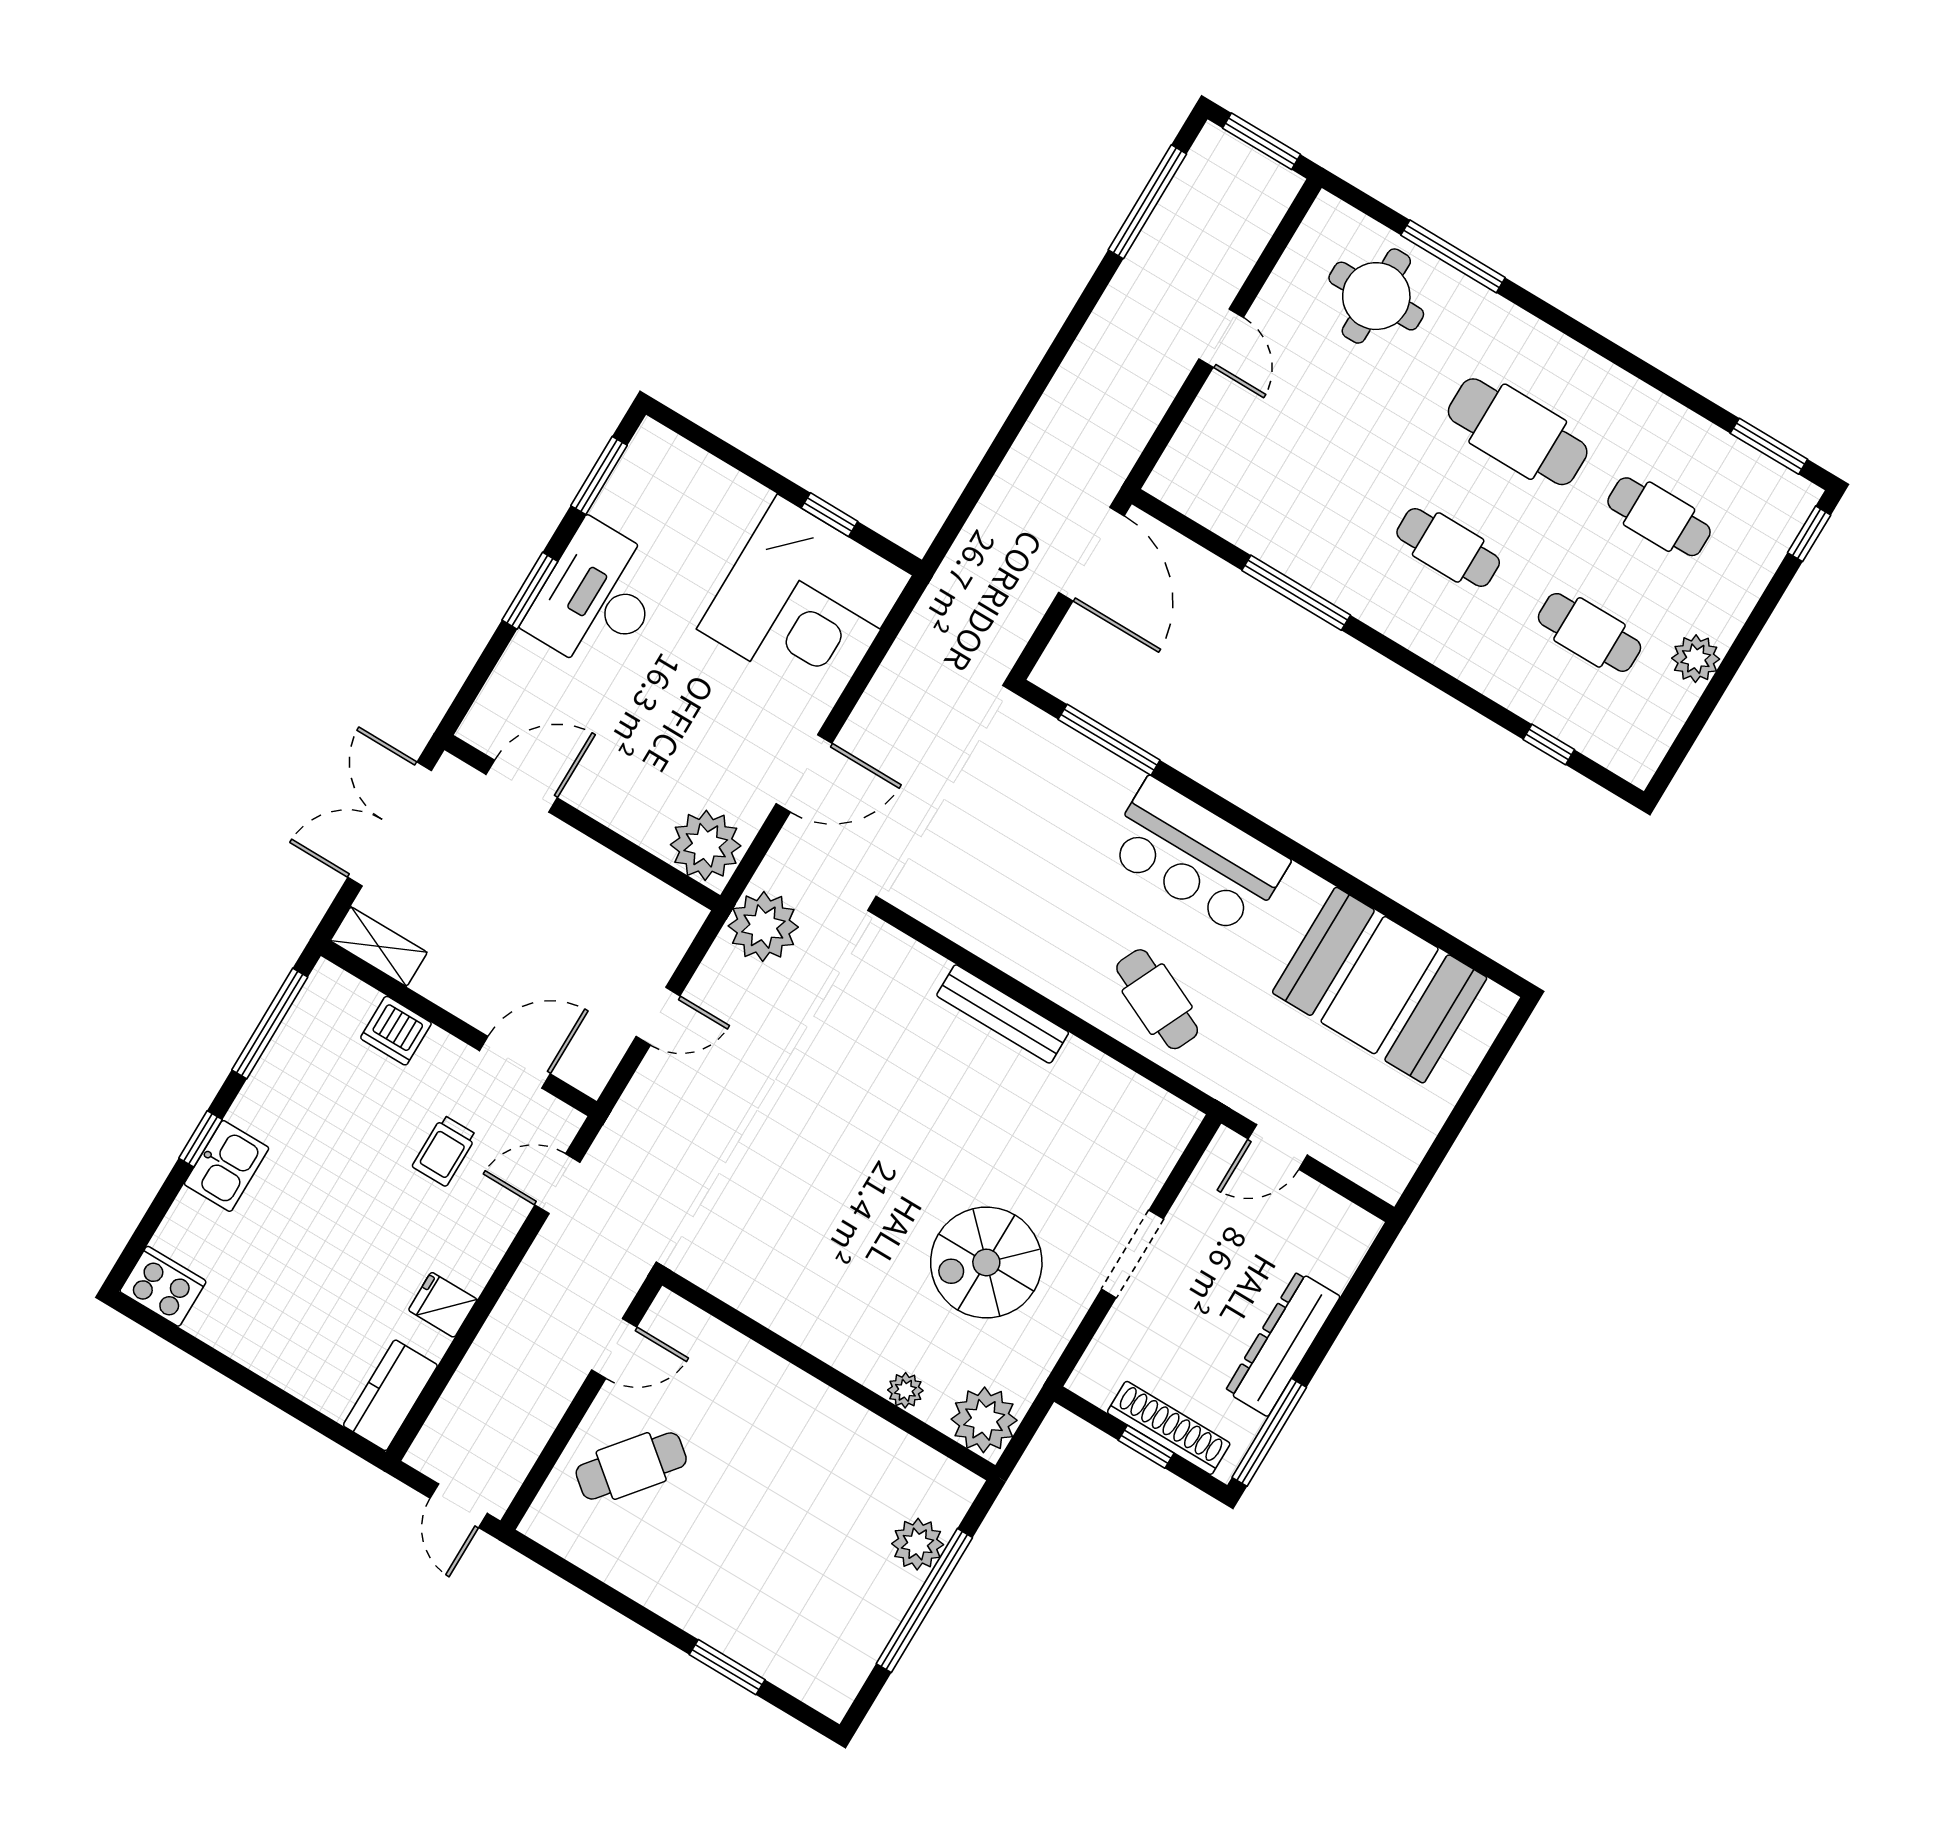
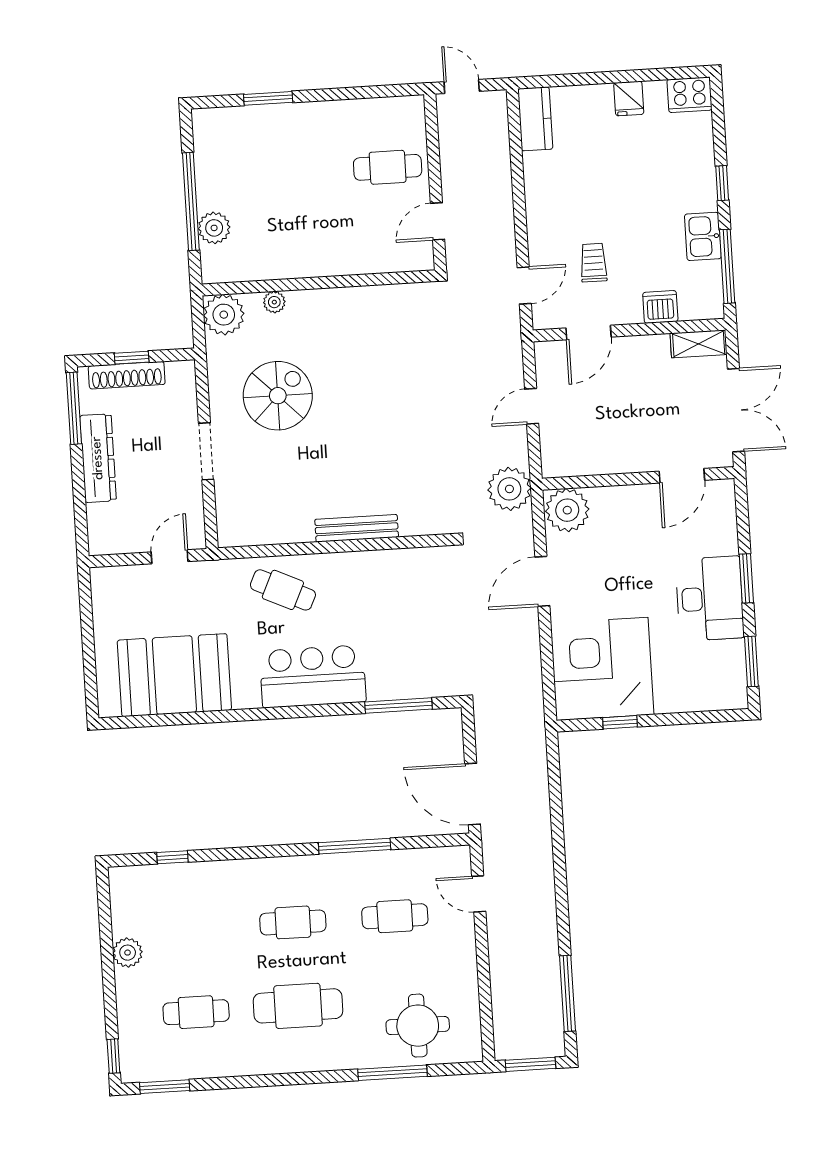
door: (1221, 338) -> (479, 894), moved
cafe table: (1589, 632) -> (395, 916), moved
kitchen sink: (227, 1166) -> (703, 236), moved
fridge: (443, 1305) -> (629, 99), moved, turned 90
cafe table: (631, 1466) -> (388, 167), turned 51

